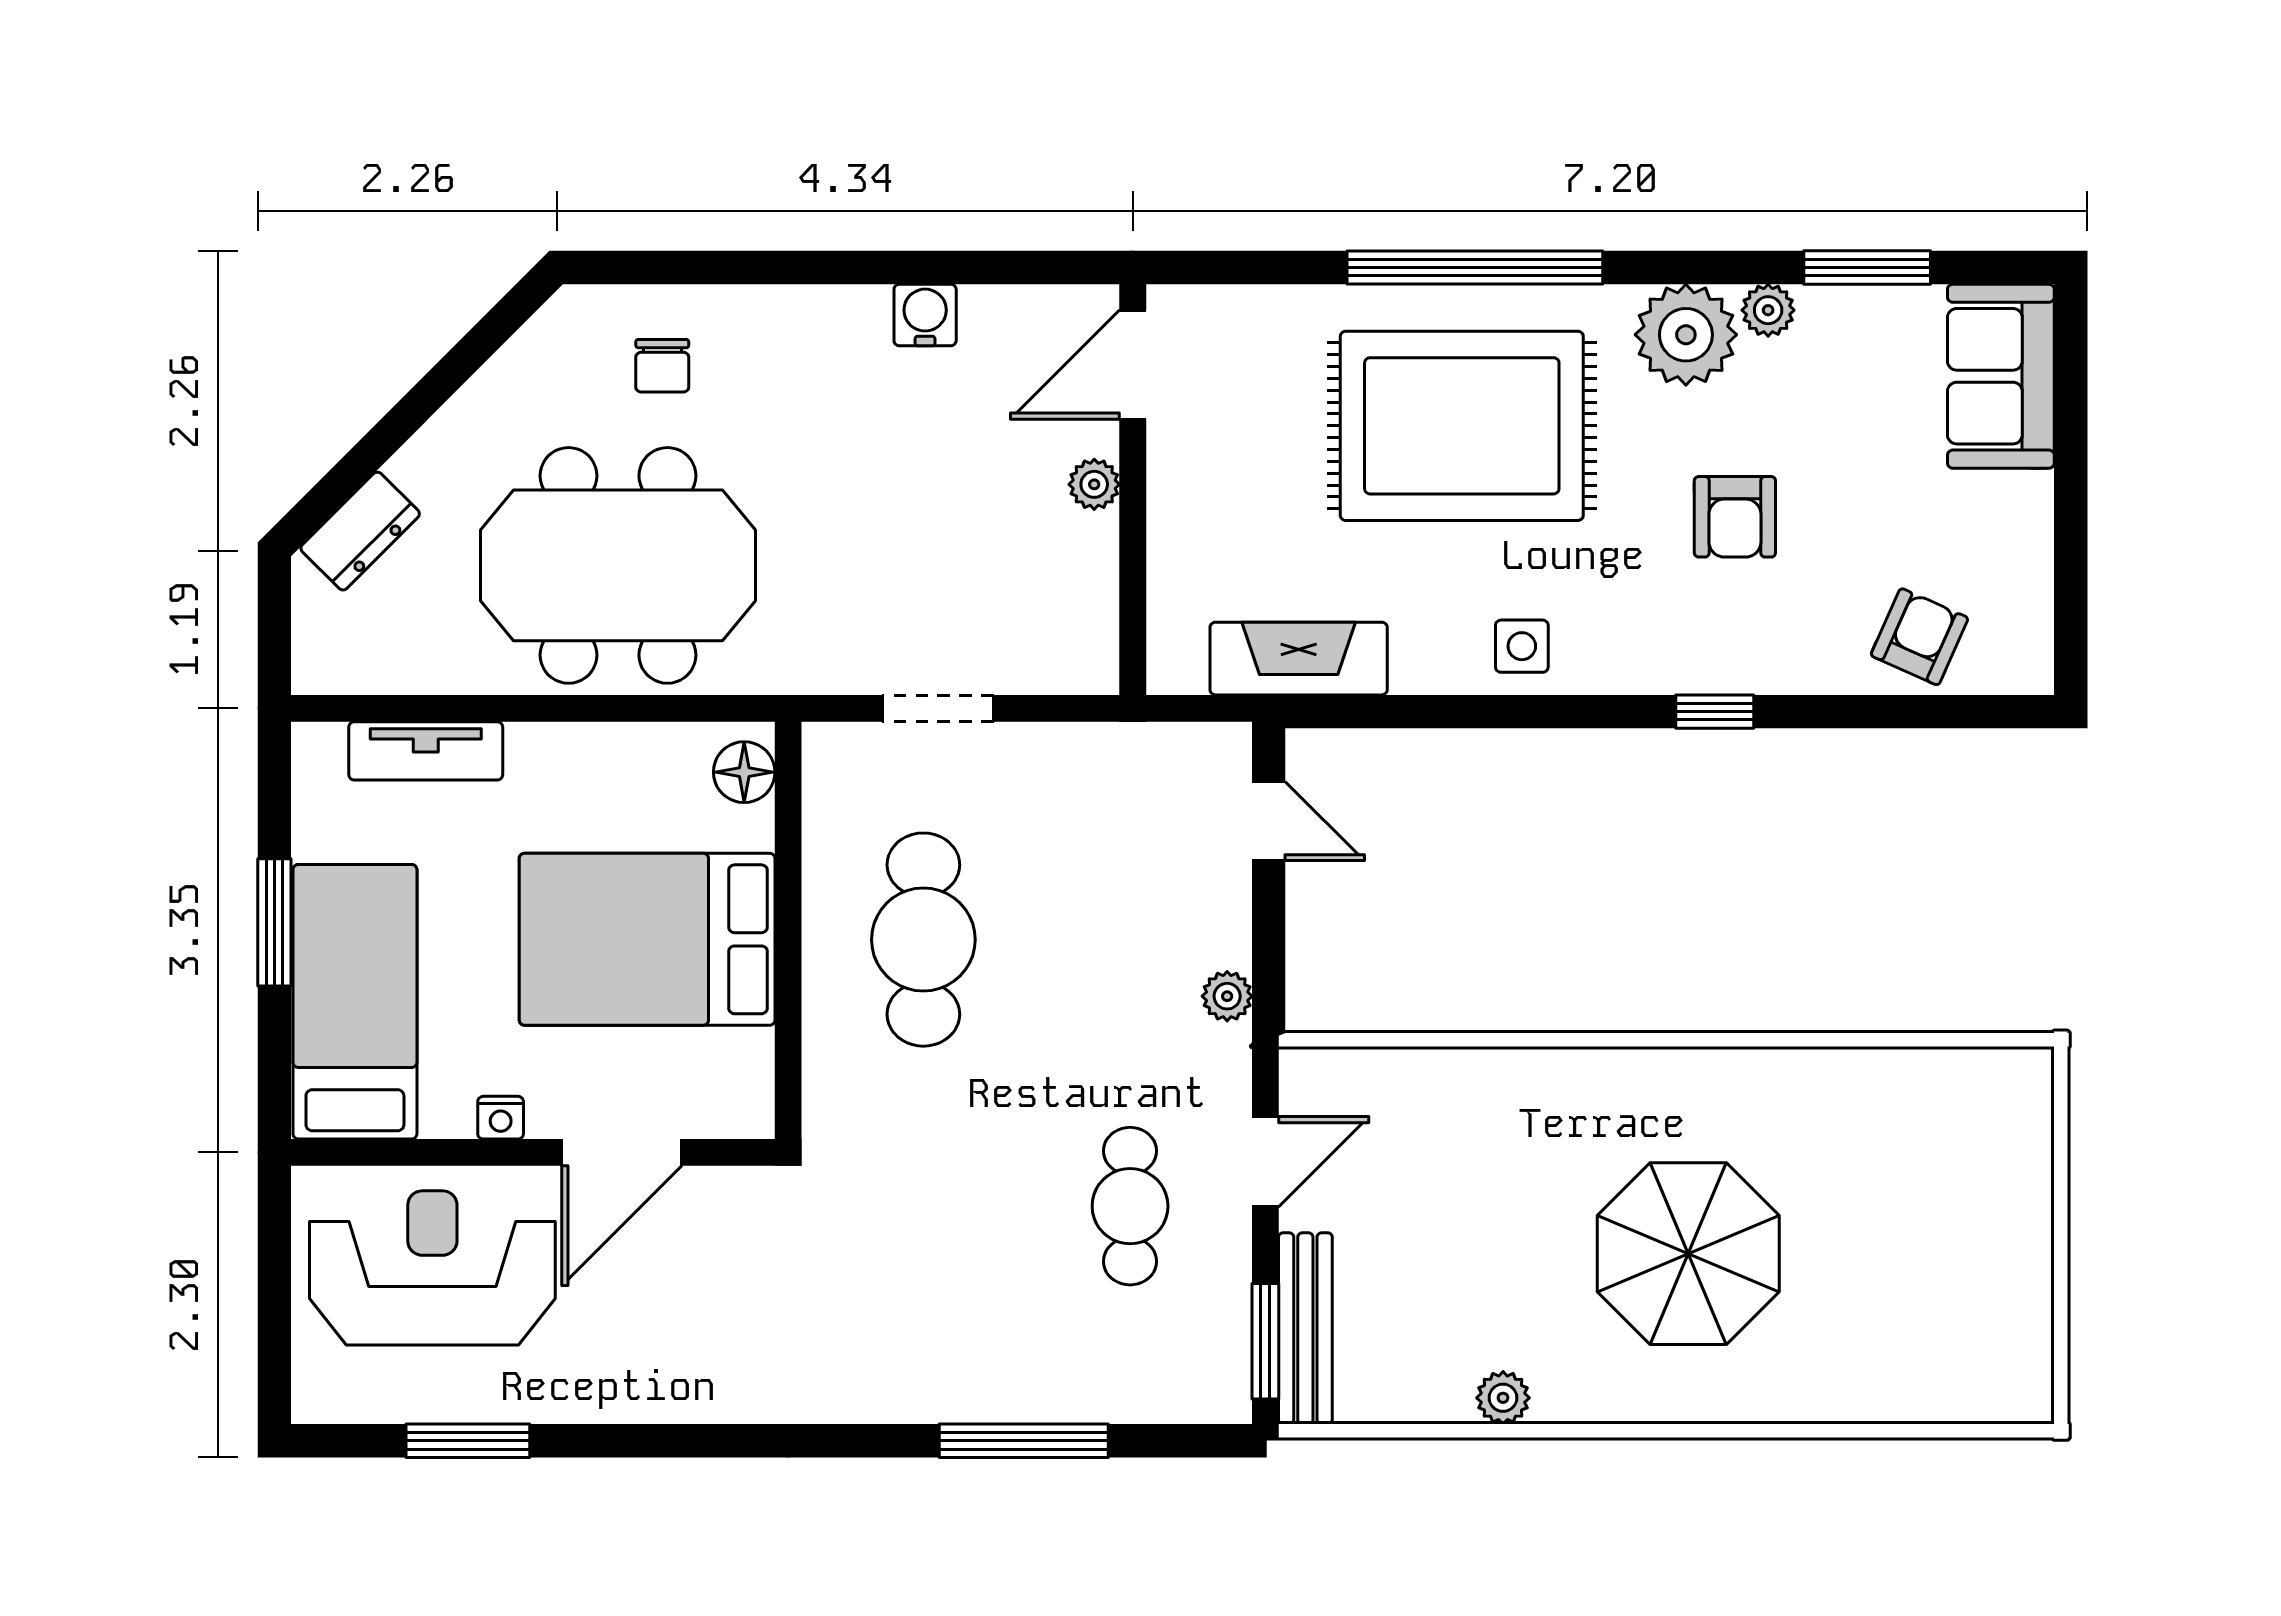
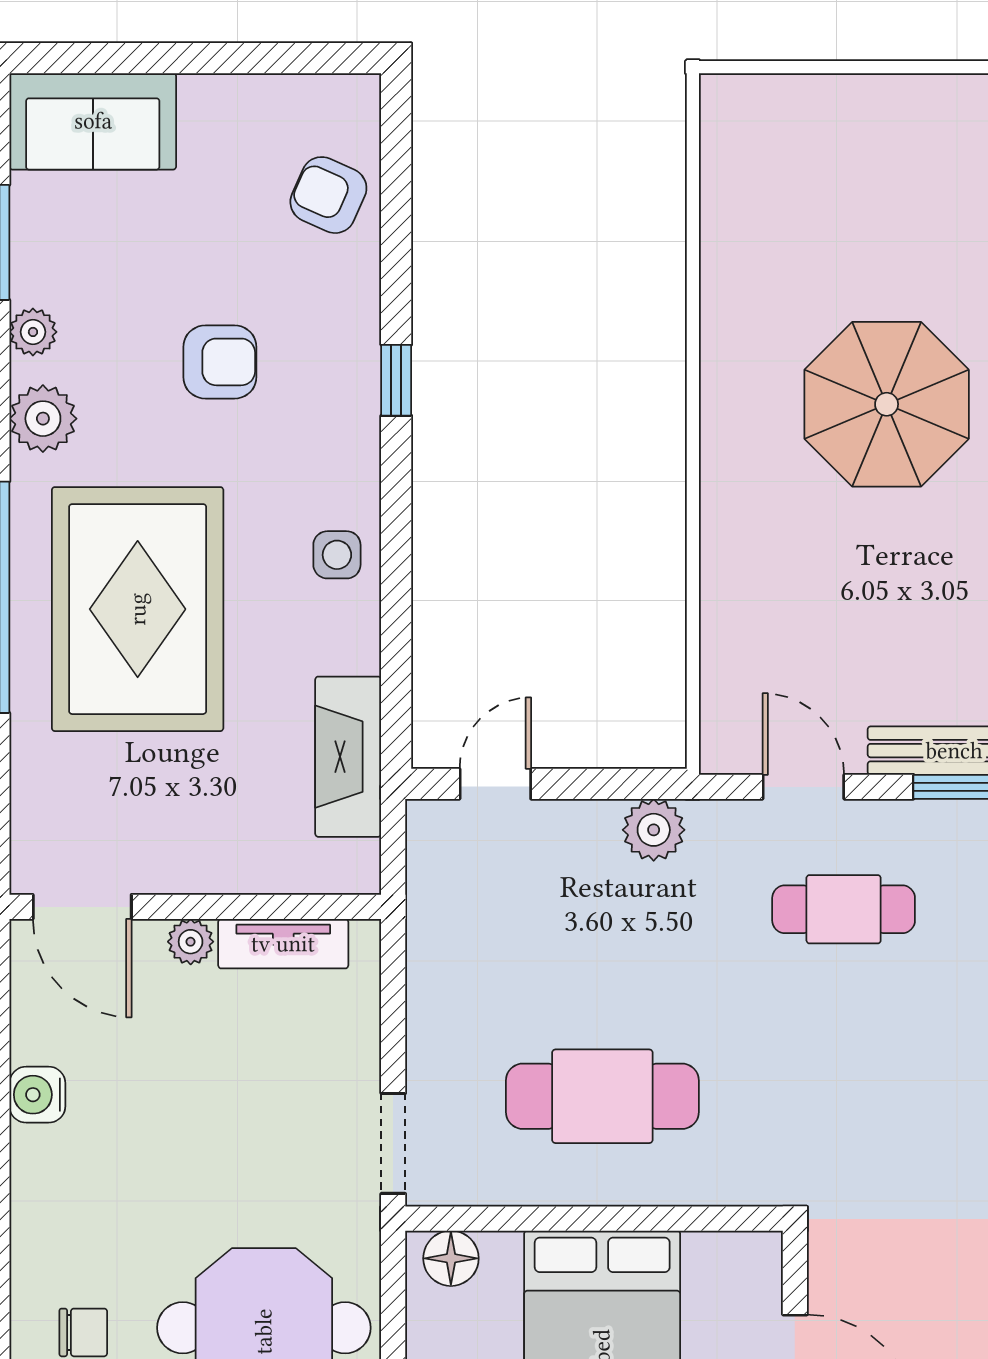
plant: (1686, 335) -> (43, 419), width x0.73, depth x0.73
tv unit: (1092, 587) -> (283, 944), added
doorway: (938, 708) -> (393, 1143), moved
plant: (1227, 996) -> (654, 830), width x1.38, depth x1.38

